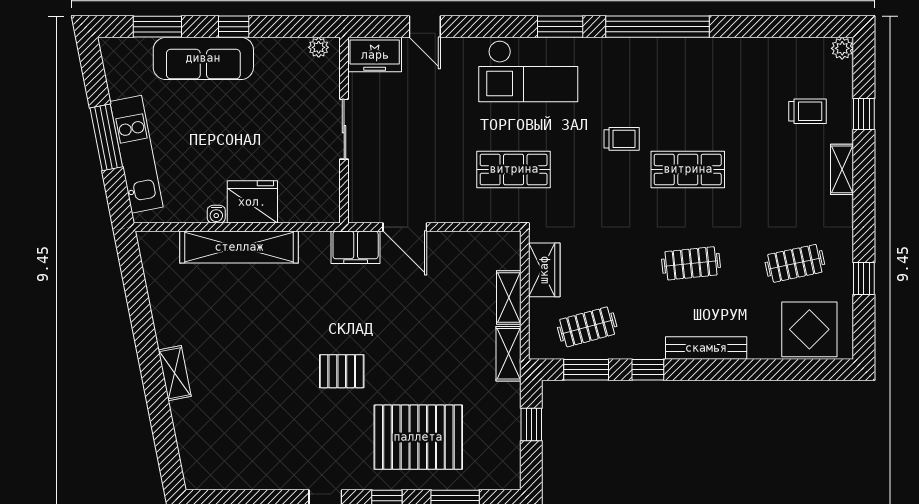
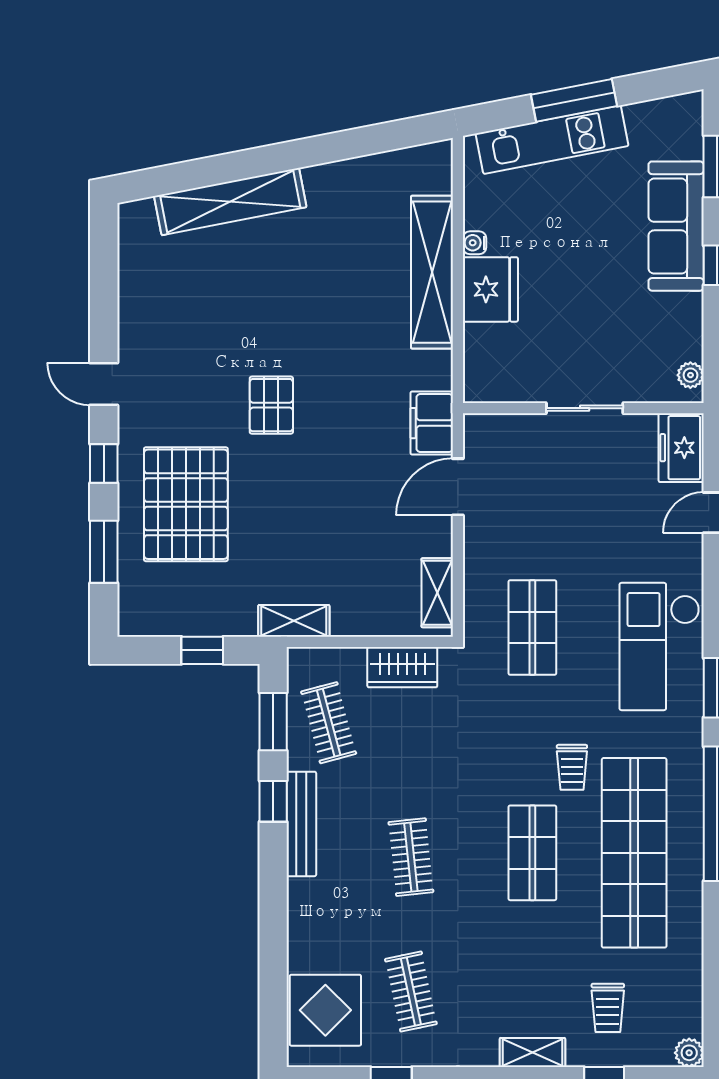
shop shelf: (688, 91) -> (634, 853), added
shelving: (509, 298) -> (437, 593), moved, turned 90
bench: (706, 348) -> (301, 824), moved
shelving: (175, 373) -> (230, 202), width x2.20, depth x1.33

